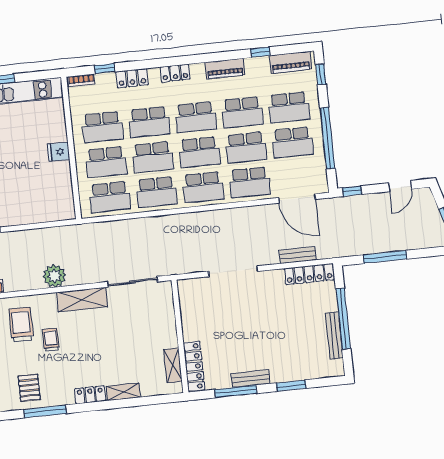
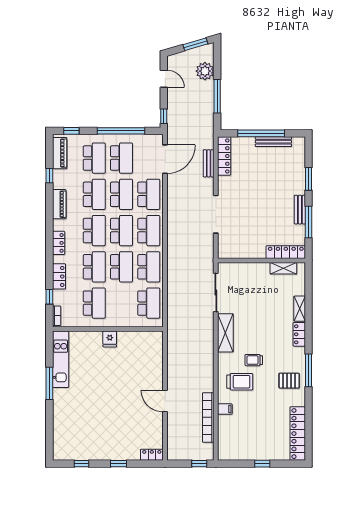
school desk: (106, 162) -> (121, 303), removed
plant: (54, 276) -> (205, 71), moved
trolley: (21, 325) -> (240, 382), turned 180

